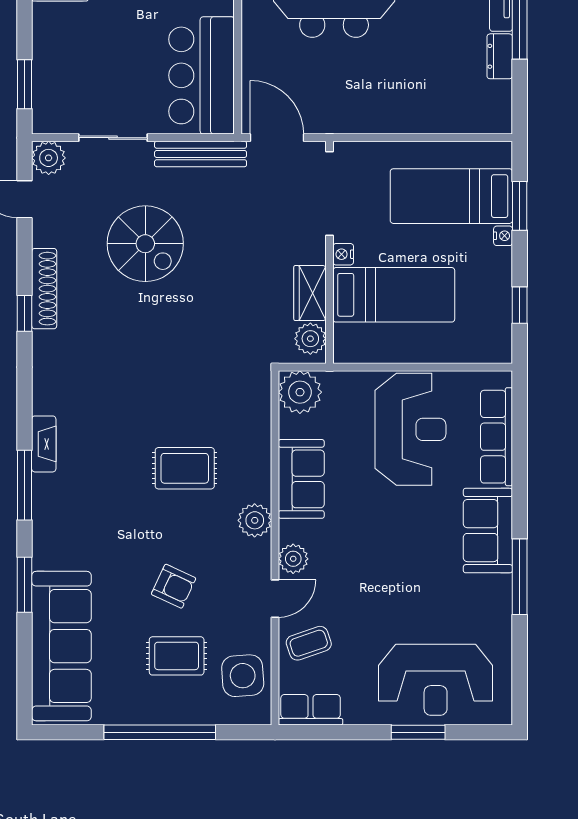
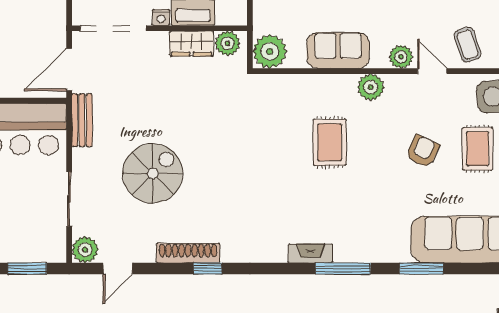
bench: (201, 154) -> (82, 120), width x0.73

